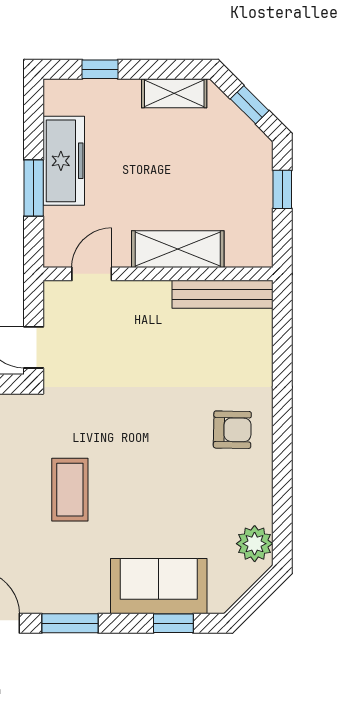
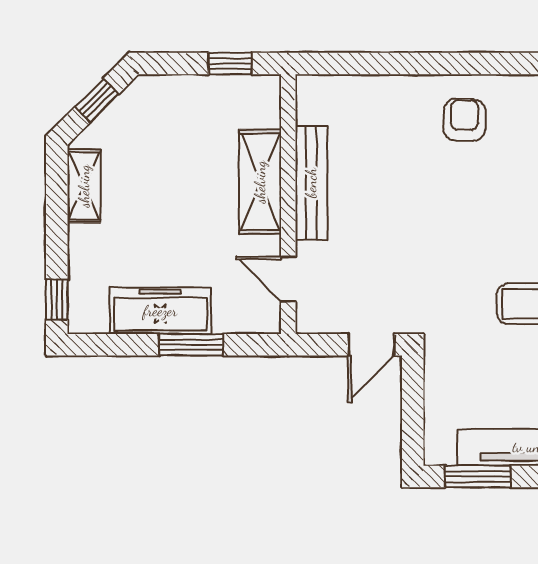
window: (100, 69) -> (57, 300), moved
window: (282, 189) -> (230, 64), moved
bench: (222, 294) -> (311, 183), moved

